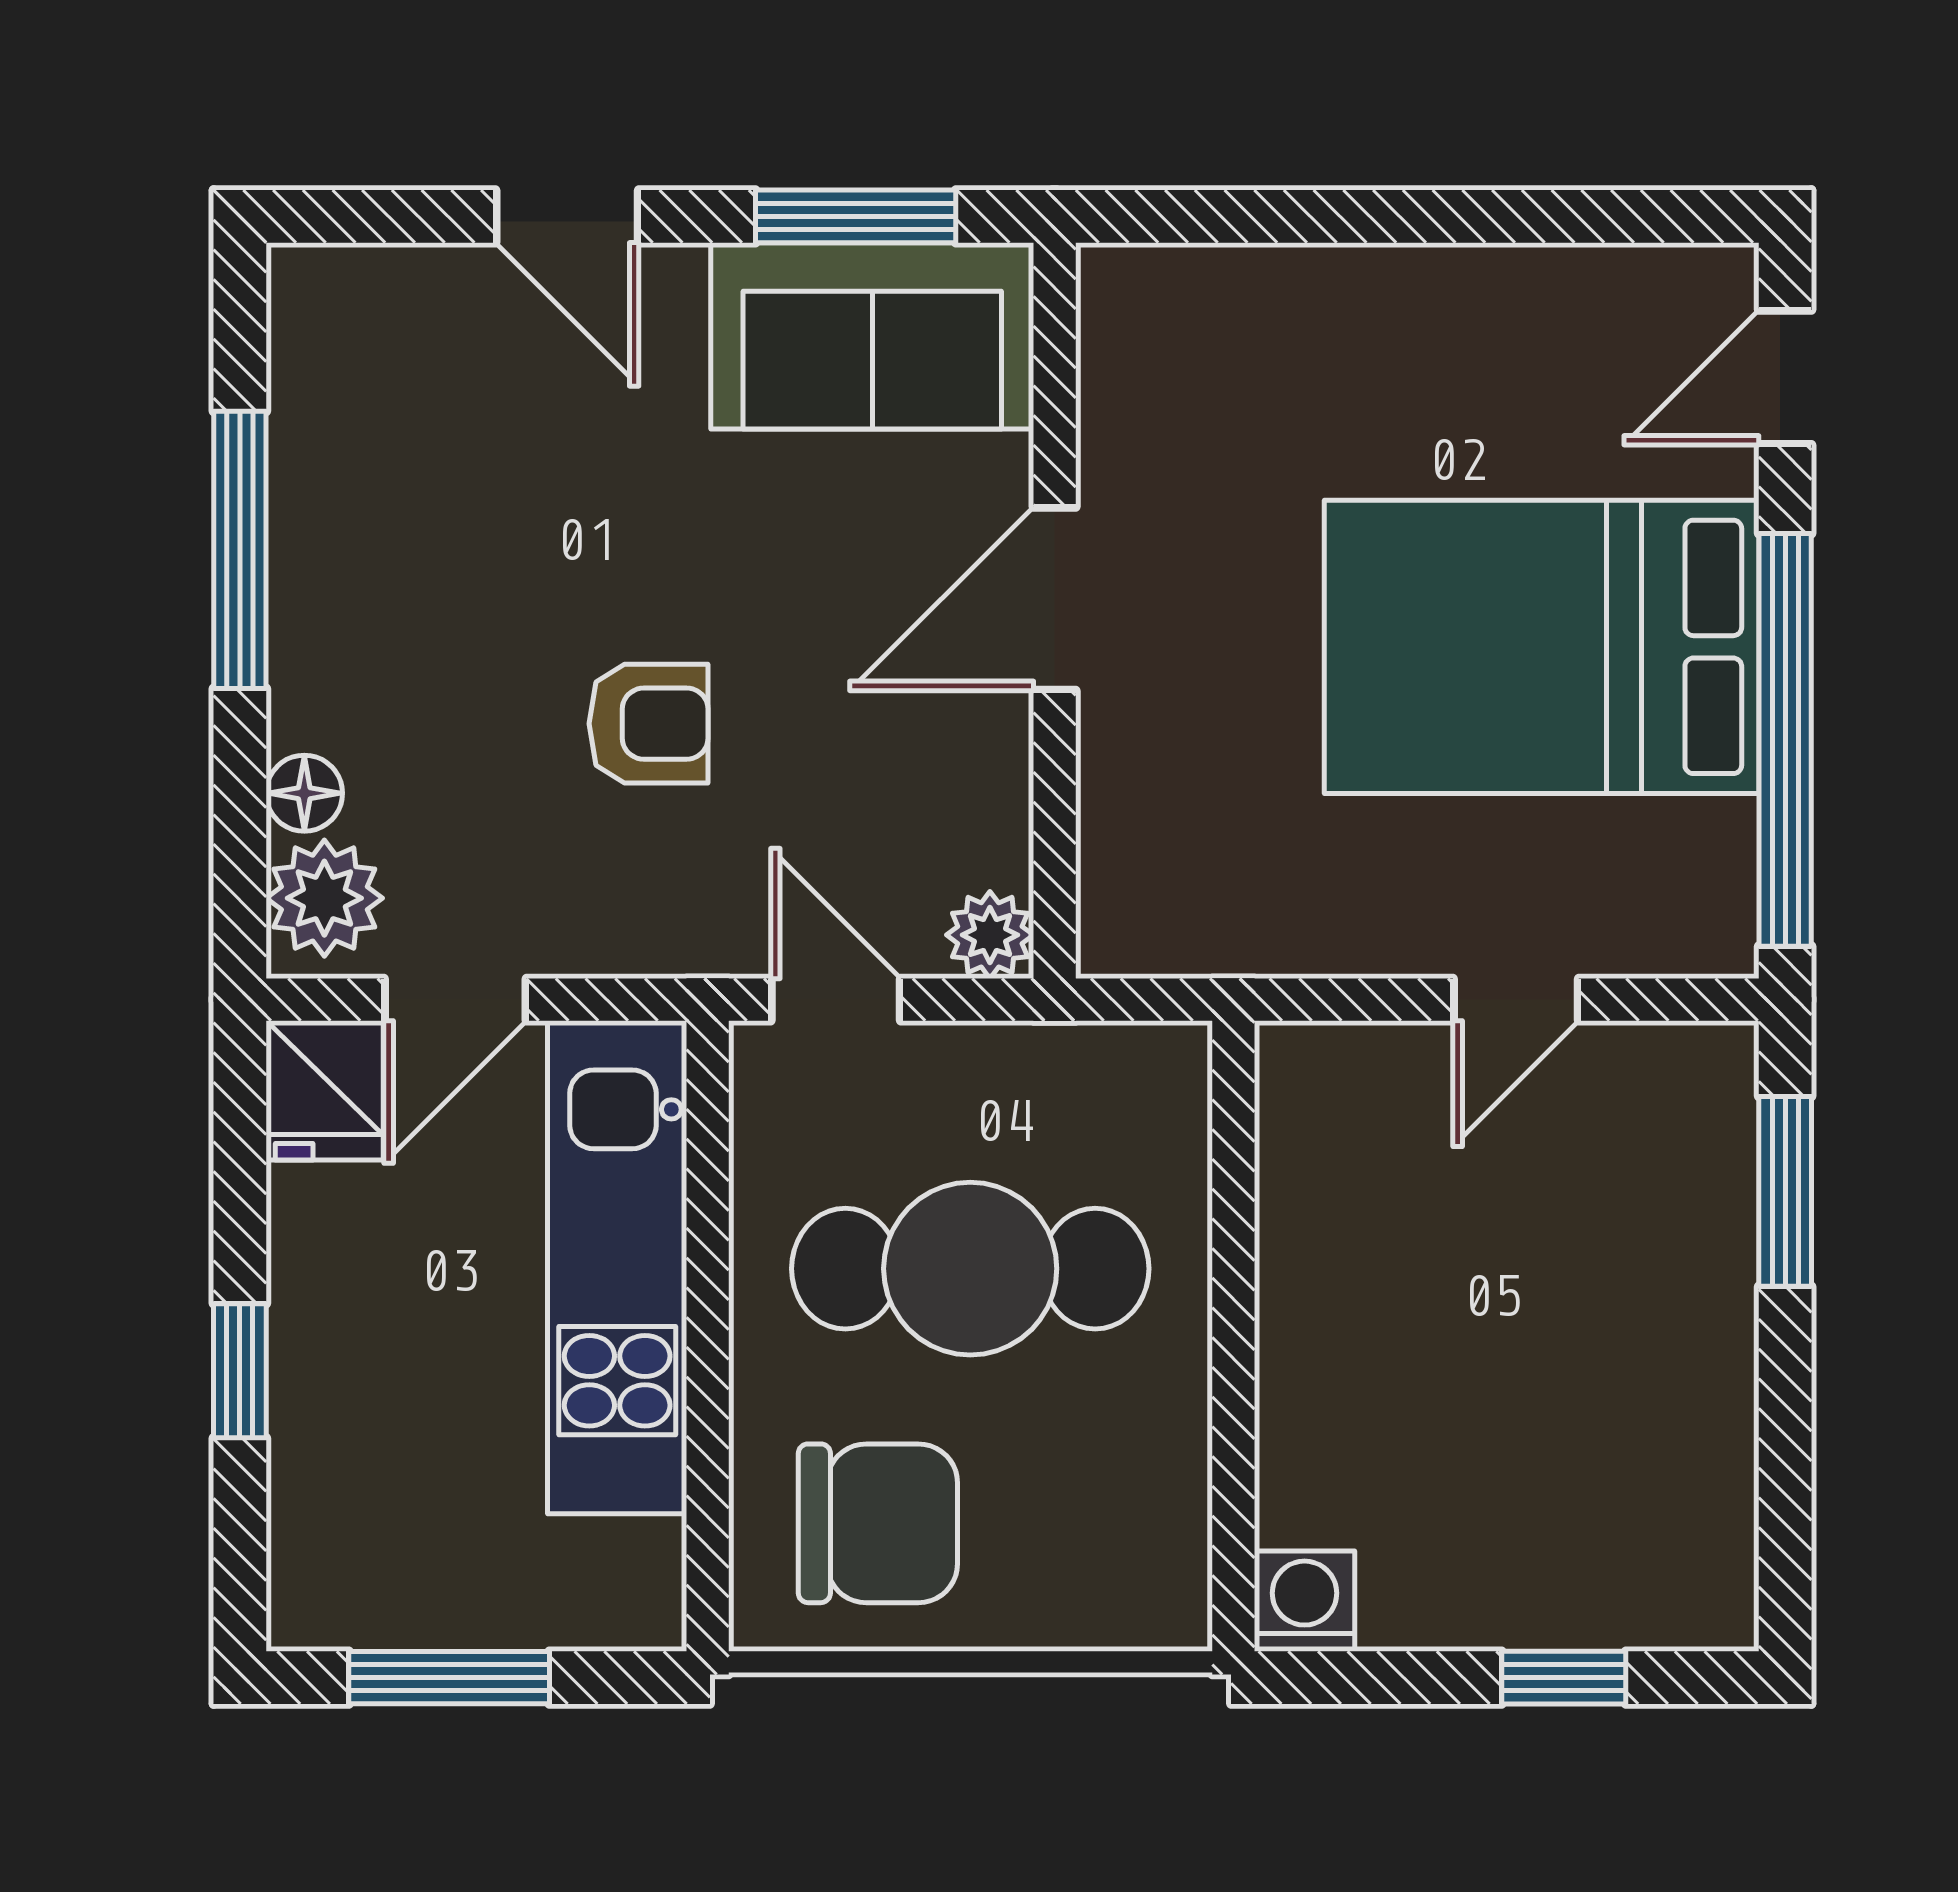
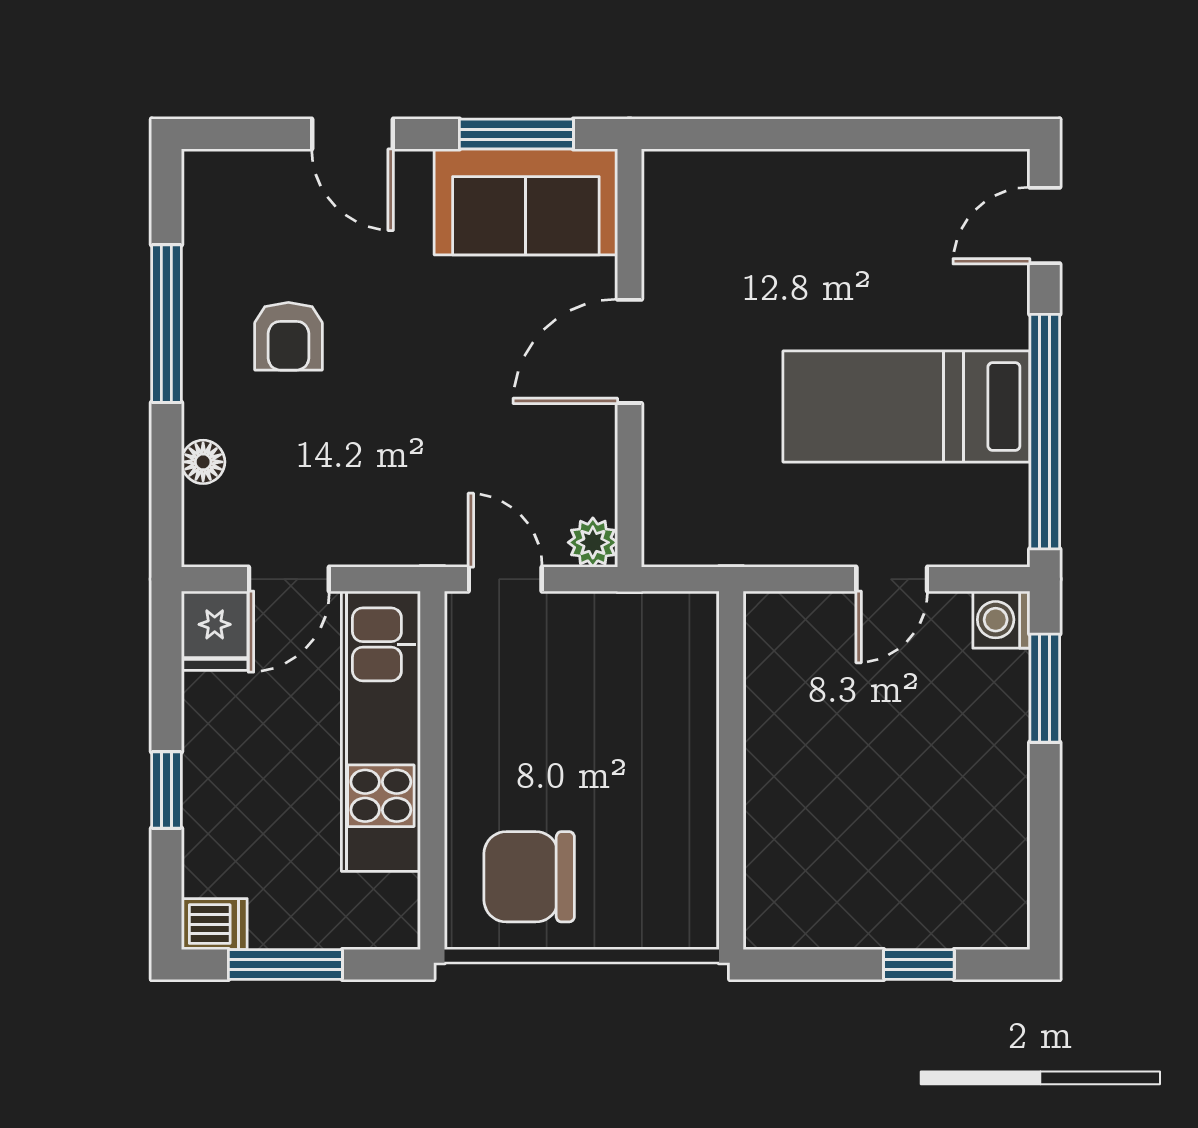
bed: (1542, 647) -> (906, 406), width x0.67
armchair: (649, 724) -> (288, 336), moved, turned 90
plant: (324, 898) -> (215, 521), removed
cafe table: (970, 1269) -> (582, 732), removed
chair: (878, 1523) -> (529, 877), turned 180
washing machine: (1305, 1601) -> (1001, 620), moved, turned -90
dishwasher: (324, 1606) -> (214, 924), added

